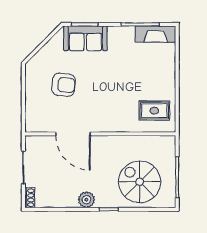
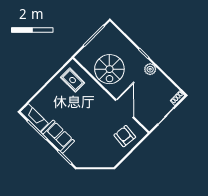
sofa: (85, 38) -> (58, 137), moved
armchair: (64, 85) -> (125, 136), moved
spiral stairs: (140, 182) -> (109, 69), moved

